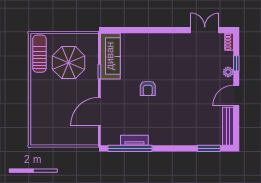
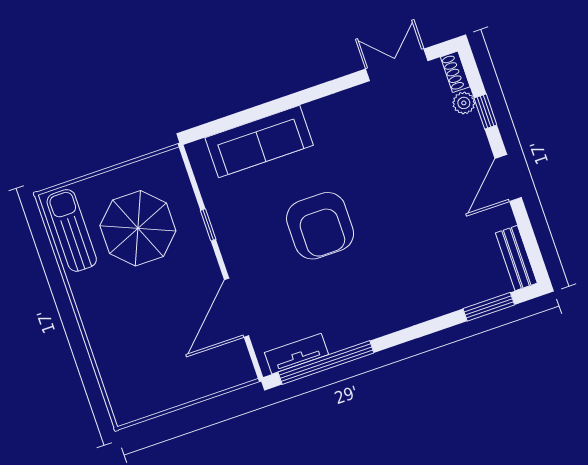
sofa: (110, 56) -> (259, 141), moved, turned 90
plant: (228, 72) -> (464, 103), moved
armchair: (148, 88) -> (320, 226), width x1.88, depth x1.88
bench: (228, 126) -> (516, 258), width x0.73
tv unit: (134, 140) -> (296, 354), moved

